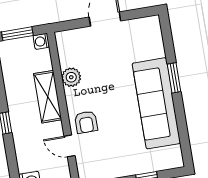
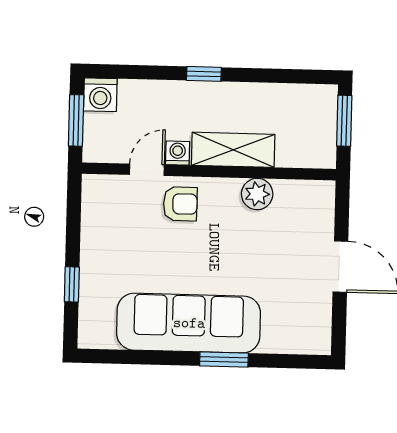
washing machine: (41, 41) -> (178, 153), moved
armchair: (86, 122) -> (180, 204), turned 180

